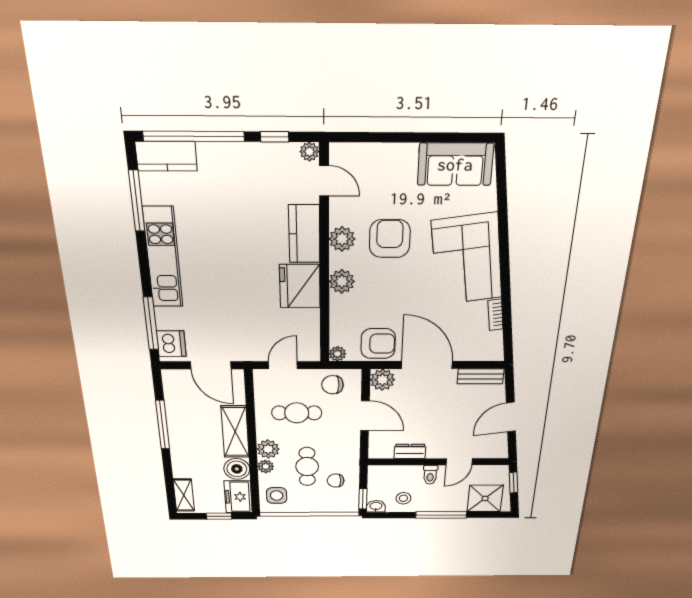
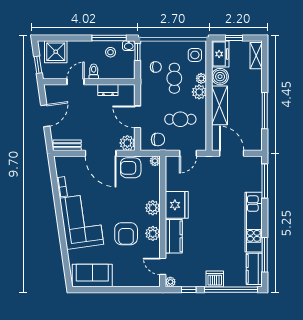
kitchen counter: (166, 156) -> (254, 269), moved, turned -90
dishwasher: (171, 344) -> (215, 279), moved, turned 90
window: (441, 515) -> (109, 38), moved

